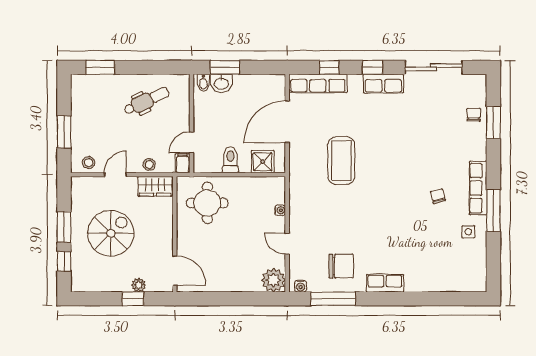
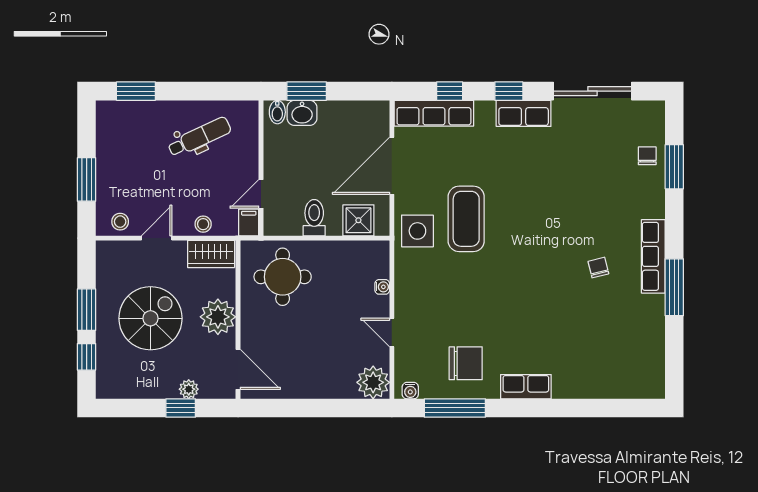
plant: (160, 232) -> (218, 317), added
side table: (468, 232) -> (417, 231), moved, width x1.87, depth x1.87

